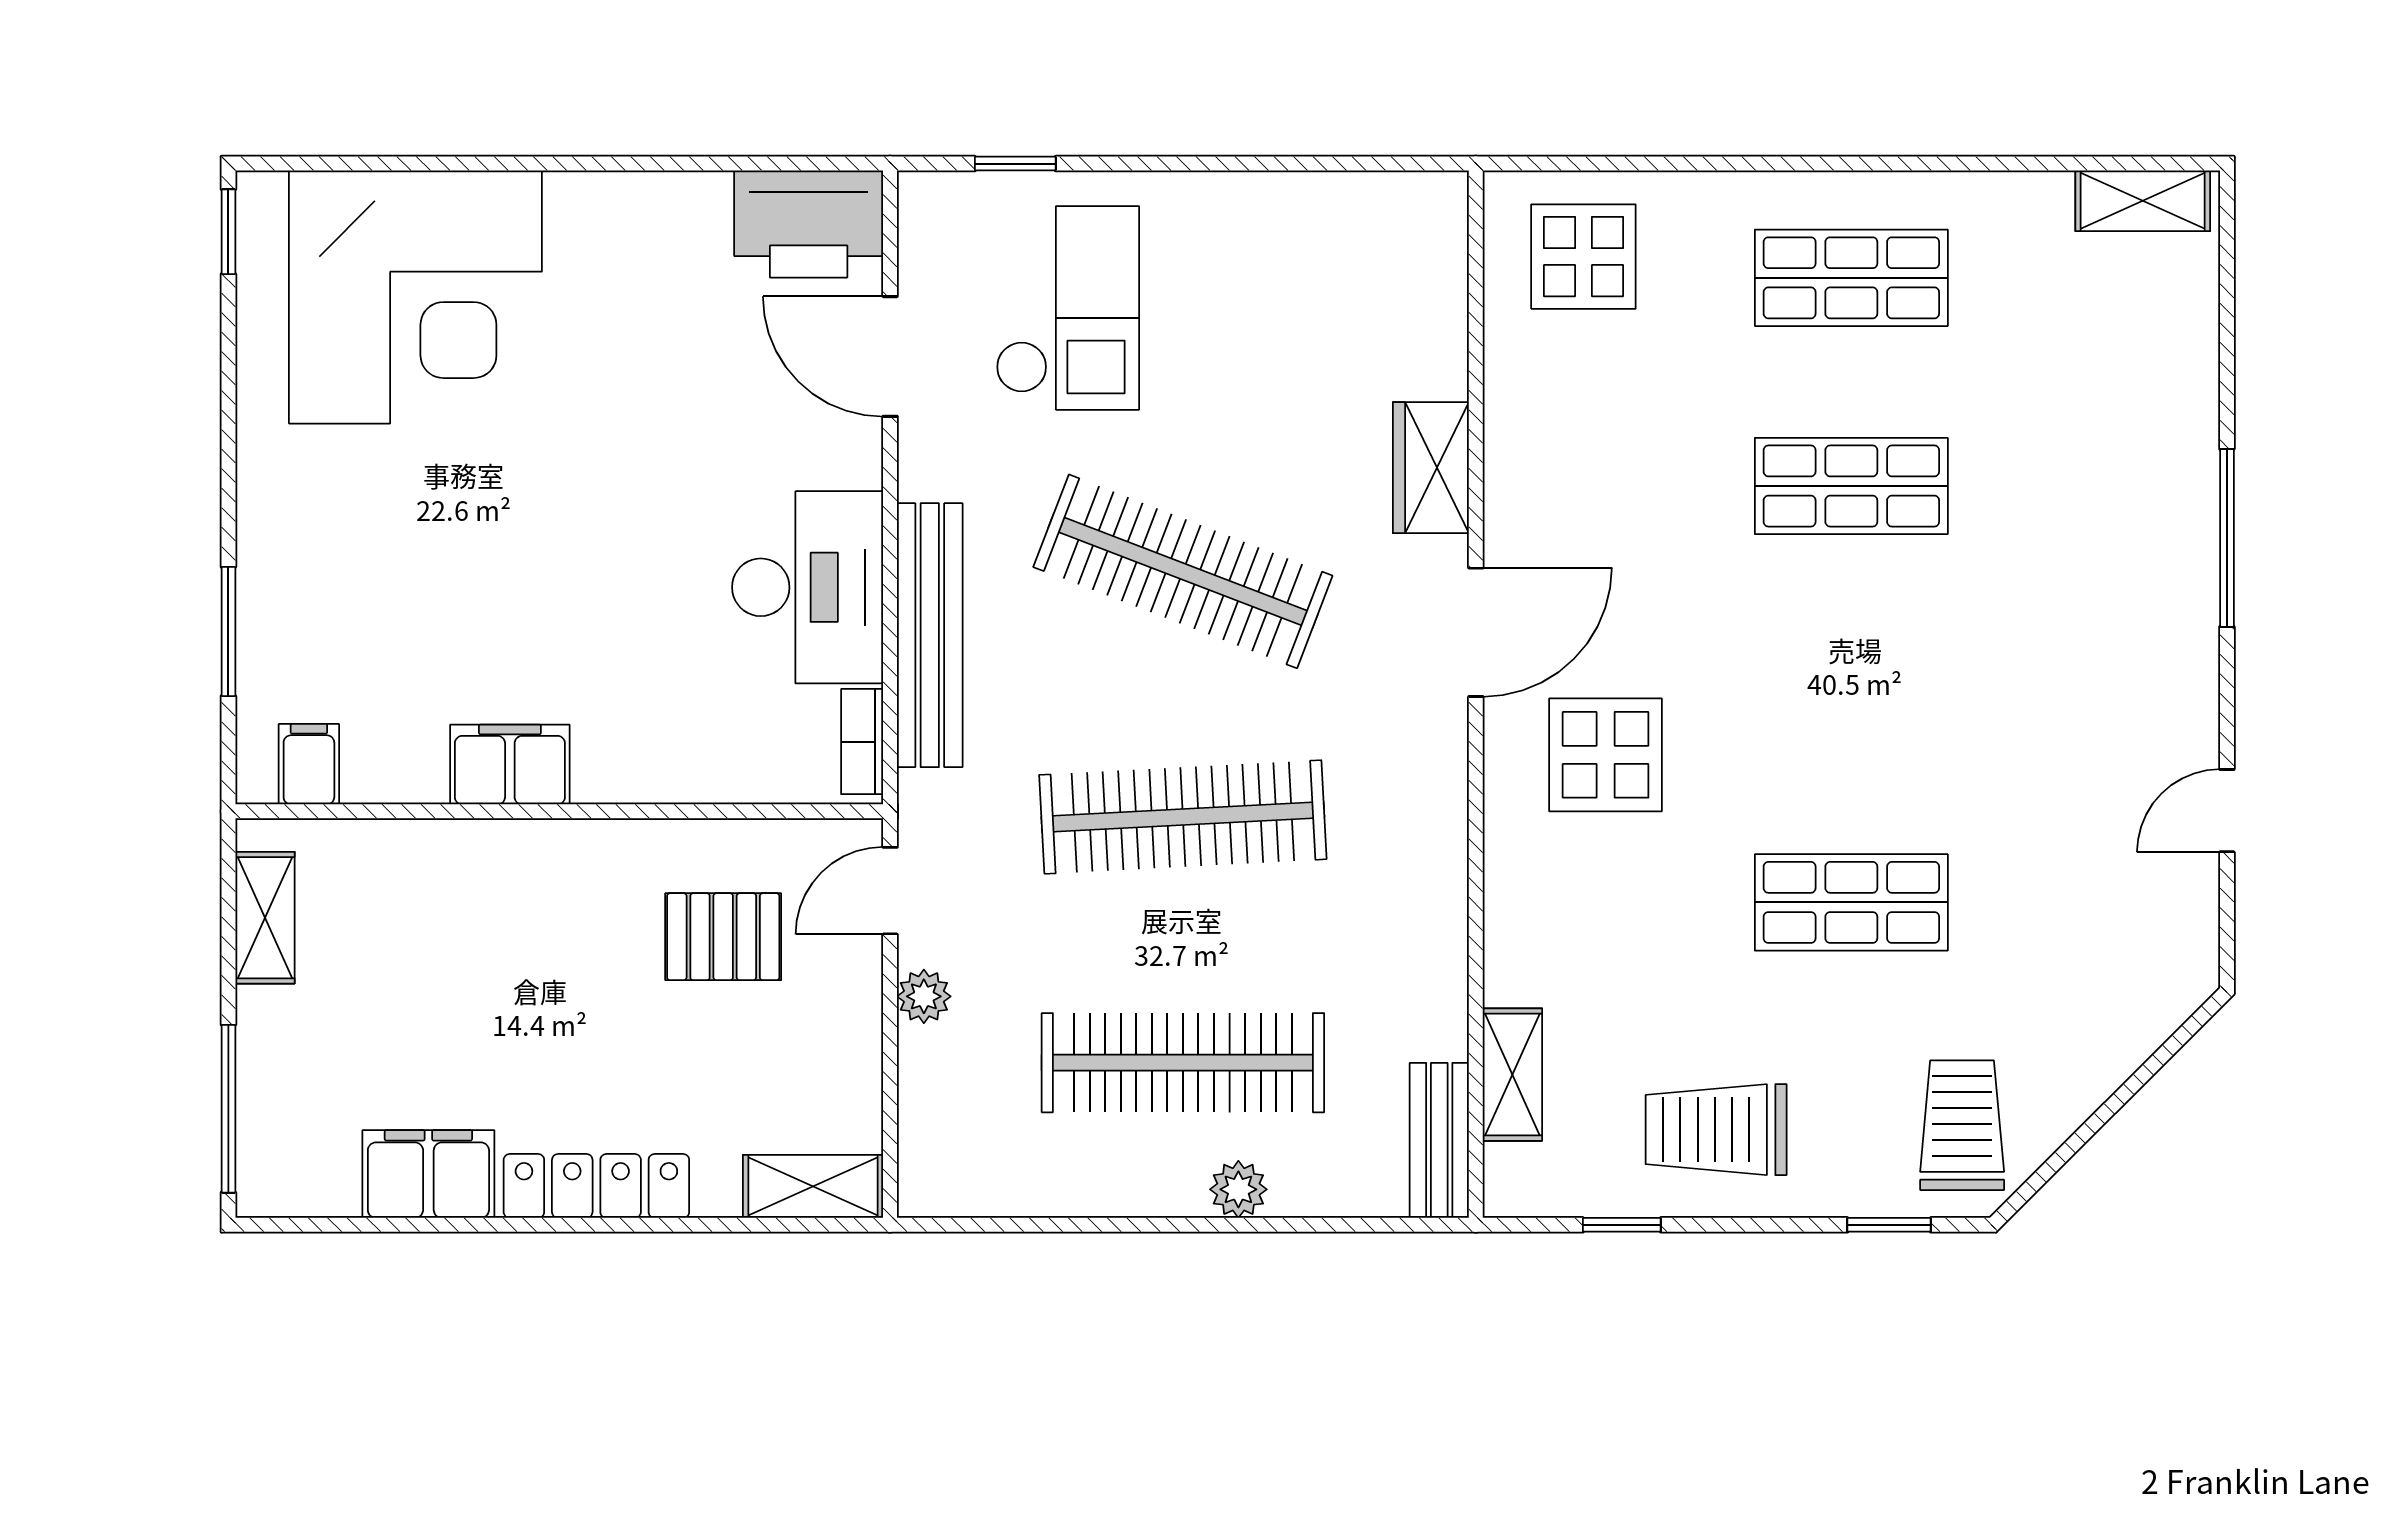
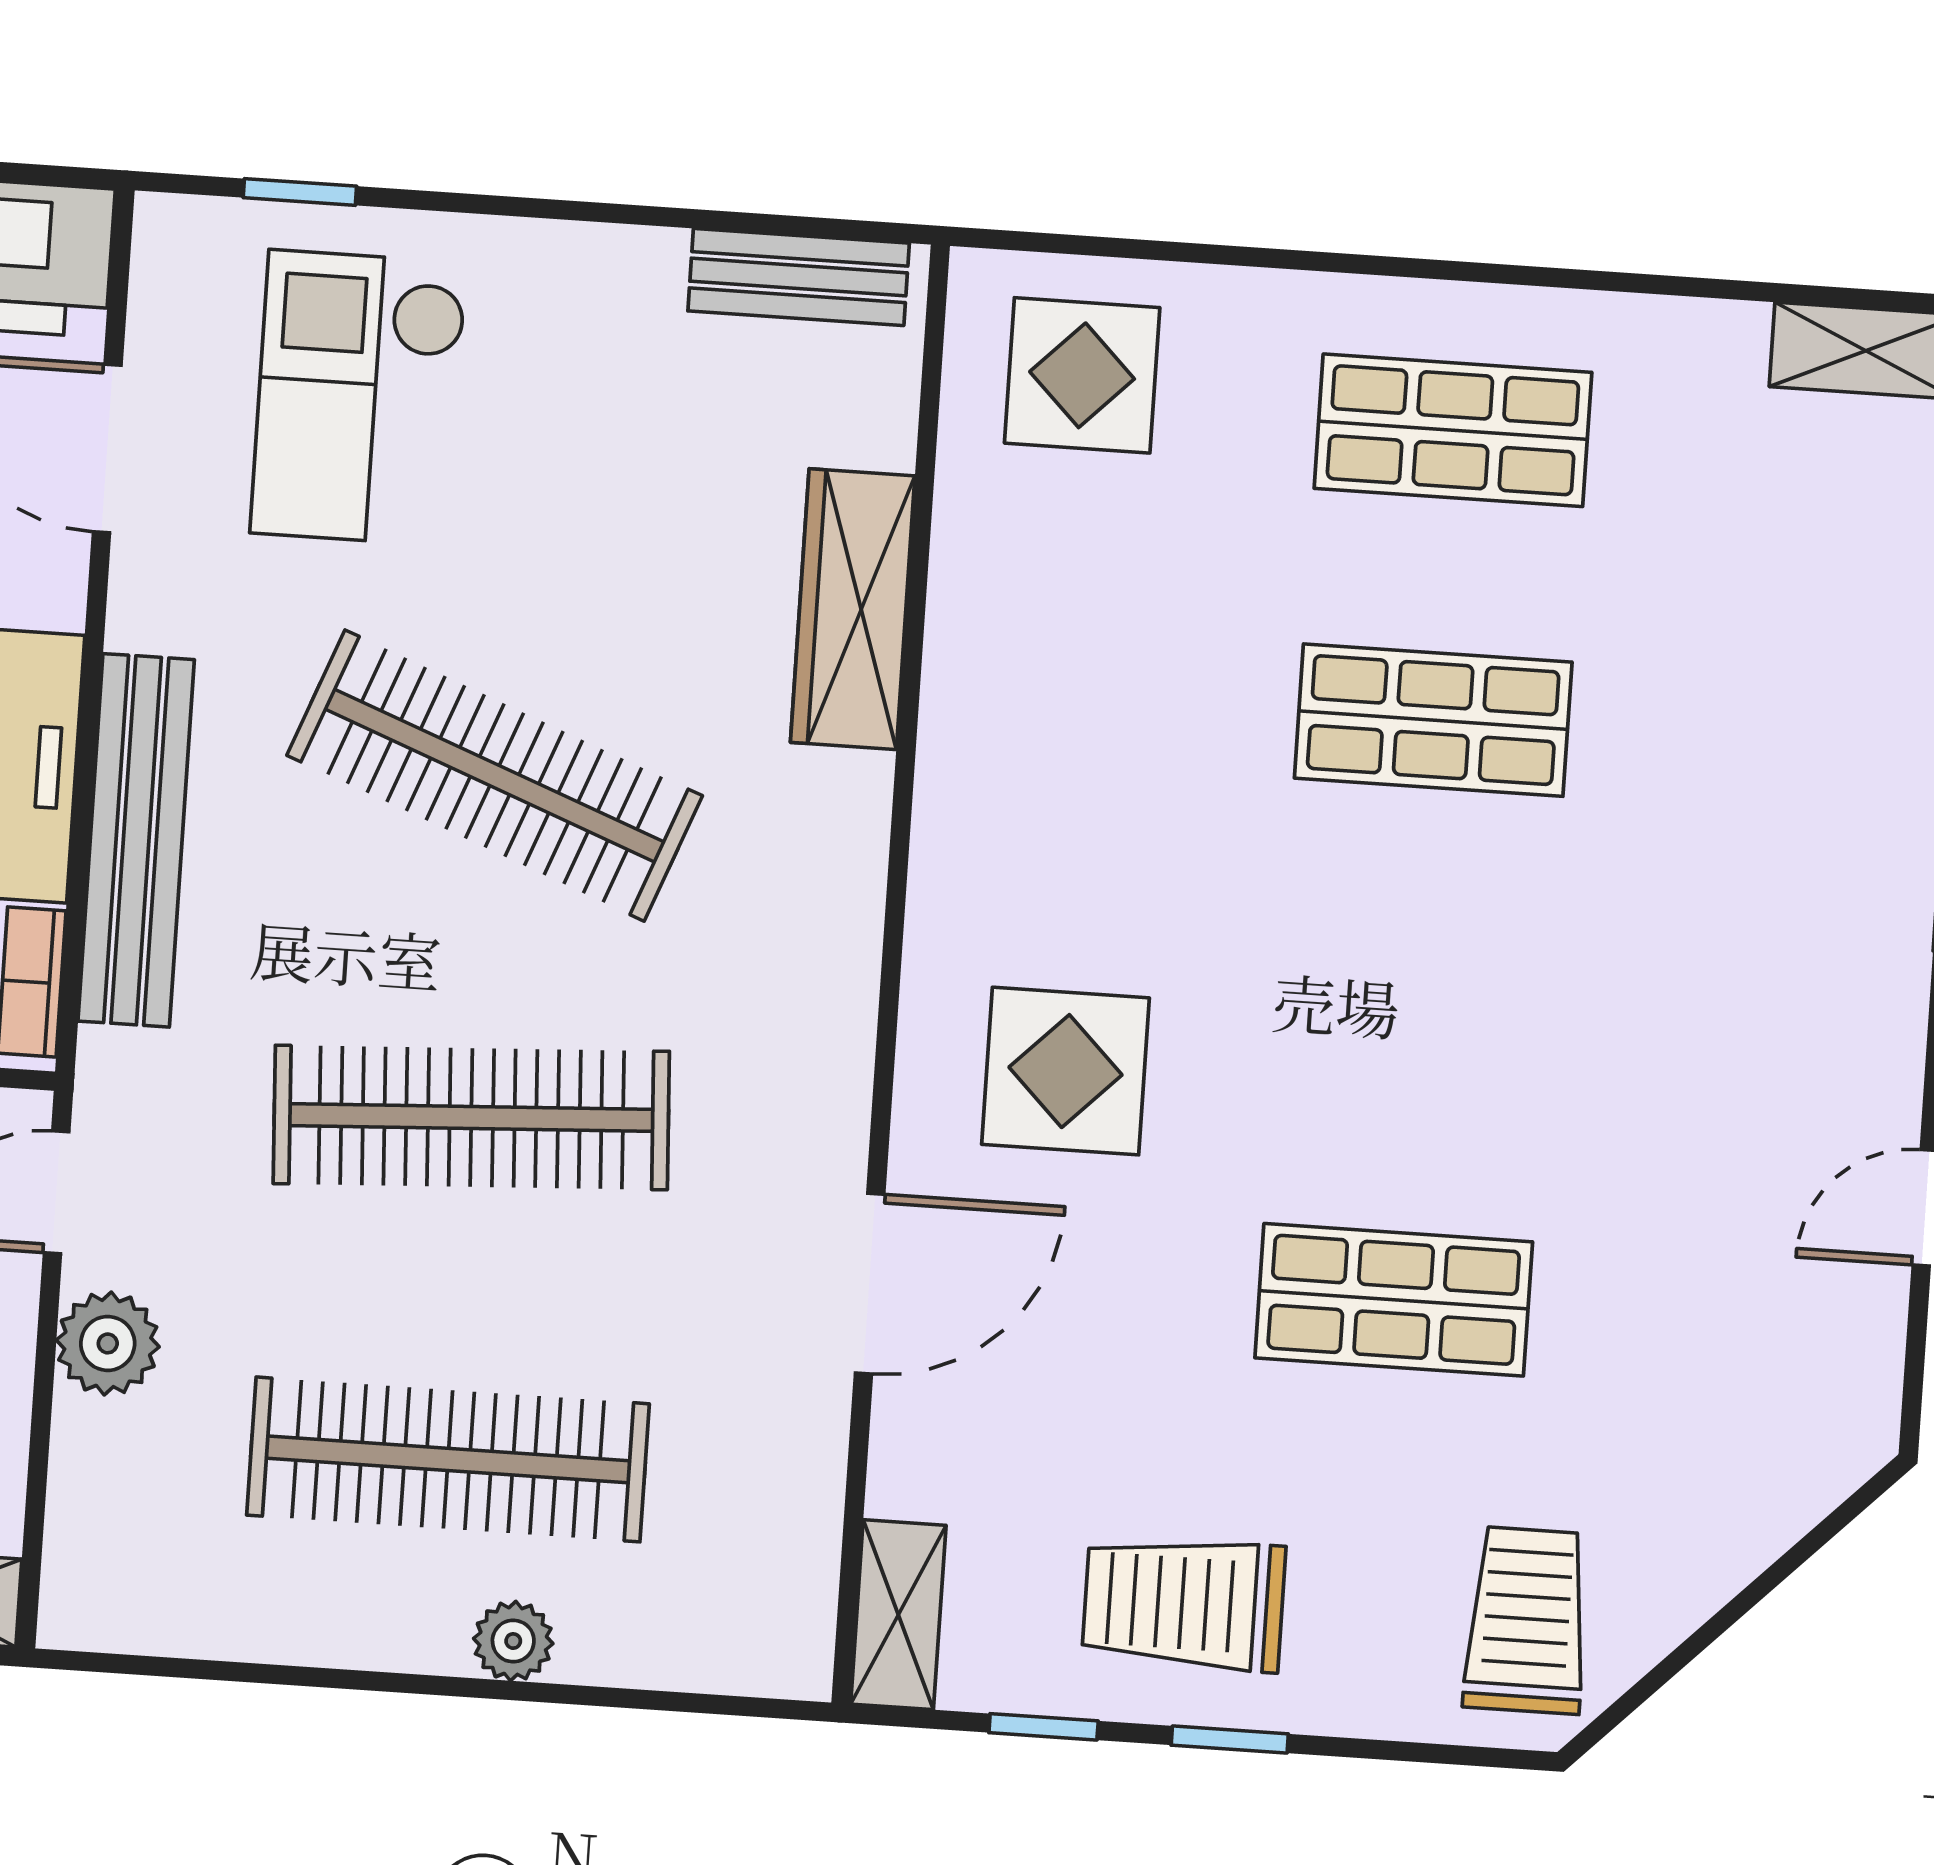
checkout: (1067, 308) -> (359, 398), turned 180
wardrobe: (1431, 468) -> (853, 609), width x1.50
door: (1476, 632) -> (870, 1284), moved
plant: (924, 996) -> (108, 1343), width x1.38, depth x1.38
shelving: (1512, 1075) -> (898, 1615), moved
bench: (1439, 1140) -> (799, 277), moved, turned 90
window: (1889, 1225) -> (1230, 1740), moved

